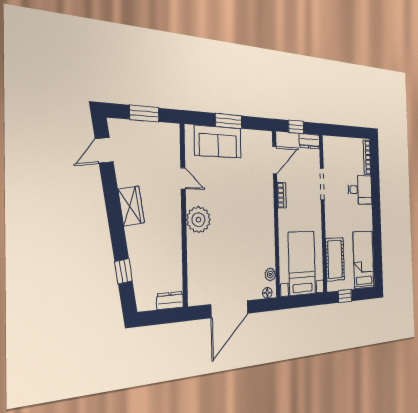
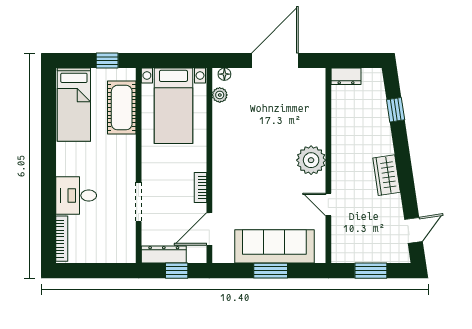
dresser: (309, 141) -> (164, 255), width x1.44
sofa: (218, 142) -> (274, 246), width x1.36

